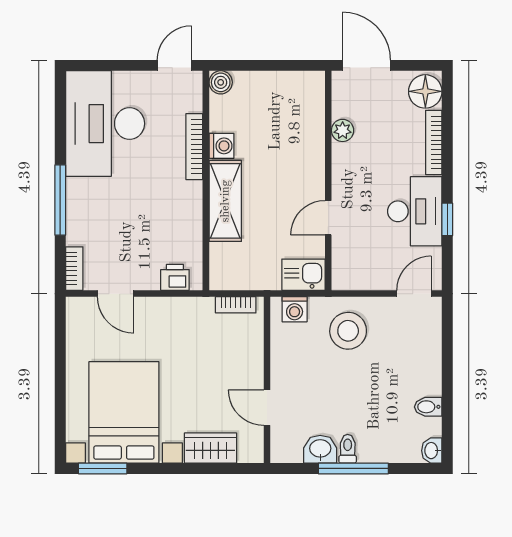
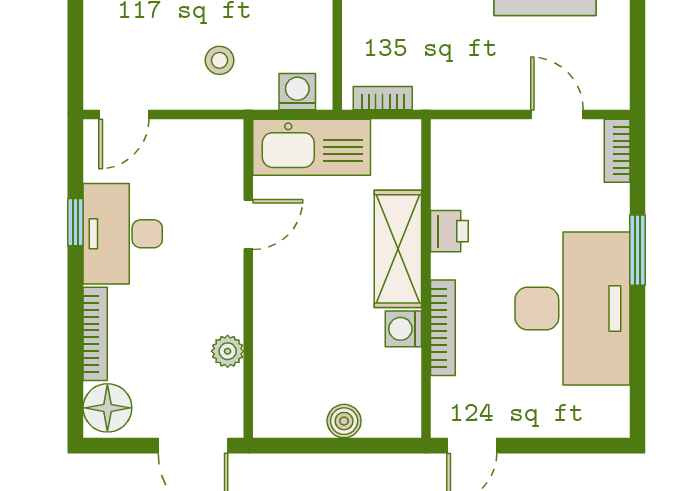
boiler: (221, 82) -> (344, 421), moved
desk: (105, 124) -> (572, 308), moved
window: (60, 200) -> (638, 250), width x0.69
kitchen sink: (303, 275) -> (312, 147), width x1.88, depth x1.24
printer: (175, 277) -> (449, 231), moved, turned -90
stool: (348, 331) -> (220, 60), width x0.53, depth x0.53

